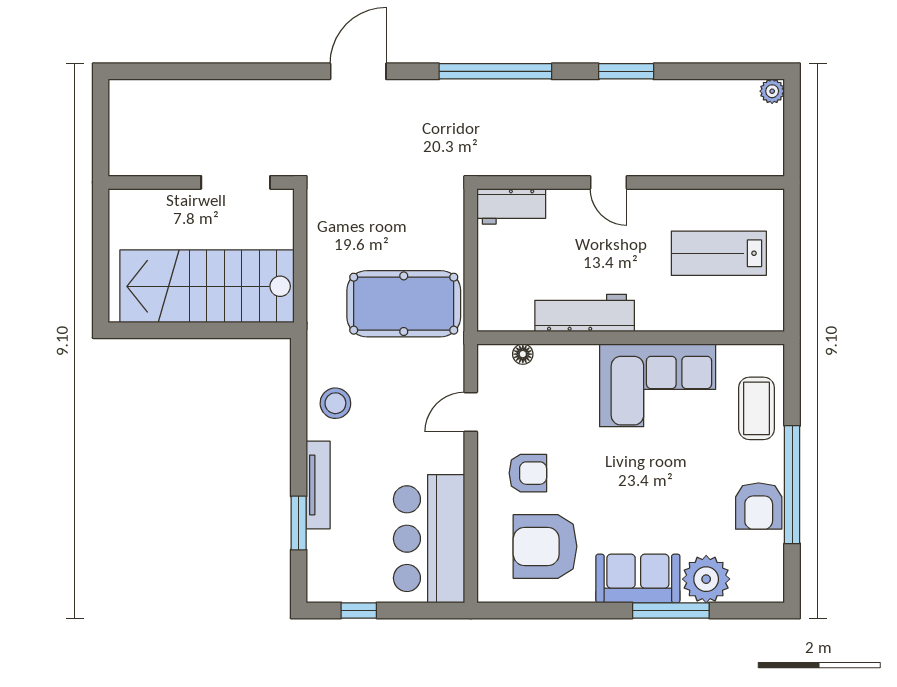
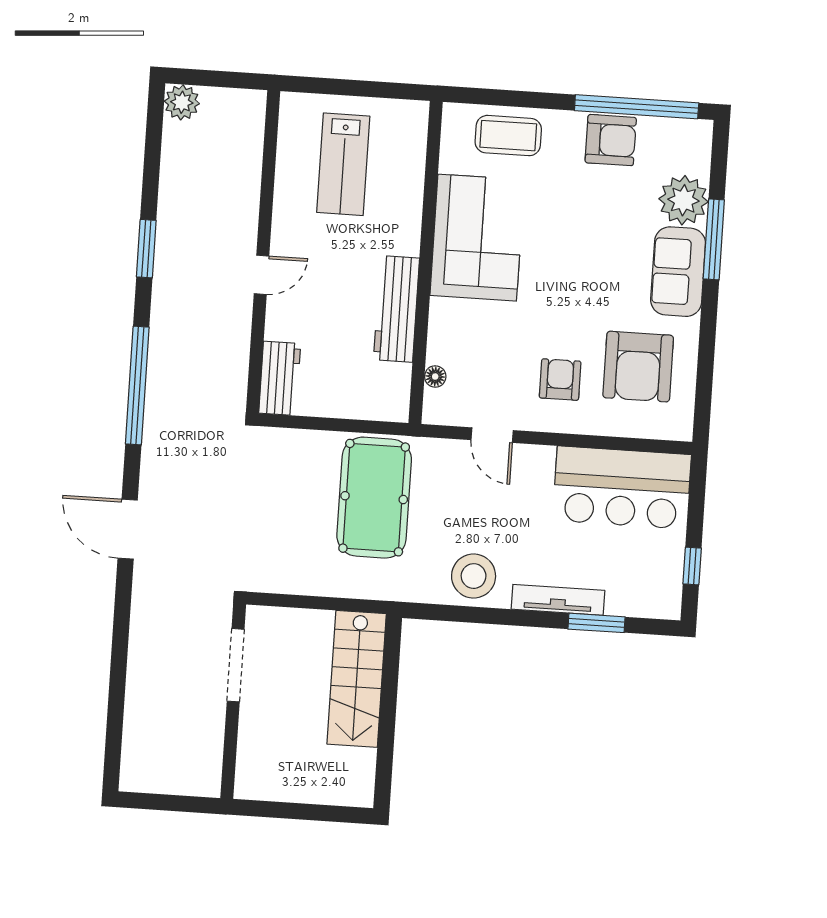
plant: (772, 91) -> (182, 102), width x1.38, depth x1.38
stairs: (207, 286) -> (357, 679), width x0.73, depth x0.66
stool: (335, 403) -> (474, 576), width x1.38, depth x1.38
window: (792, 485) -> (637, 107), moved

